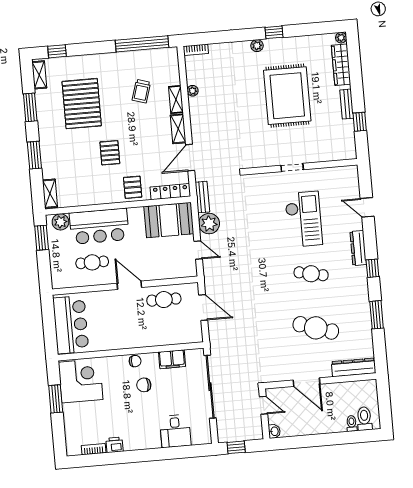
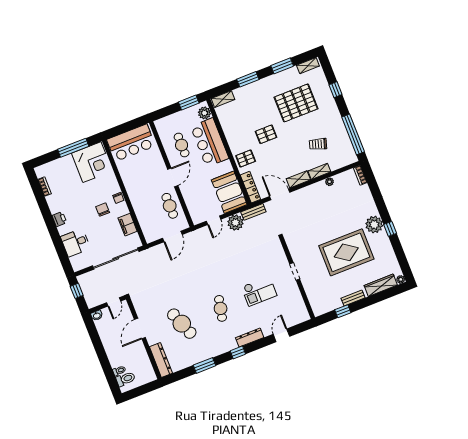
plant: (257, 46) -> (374, 225), width x1.88, depth x1.88
window: (57, 51) -> (335, 90), moved
checkout: (304, 219) -> (259, 291), width x0.73, depth x0.83
cafe table: (316, 328) -> (182, 324), turned -39
window: (56, 399) -> (73, 148), width x1.44
printer: (115, 445) -> (59, 219), moved

